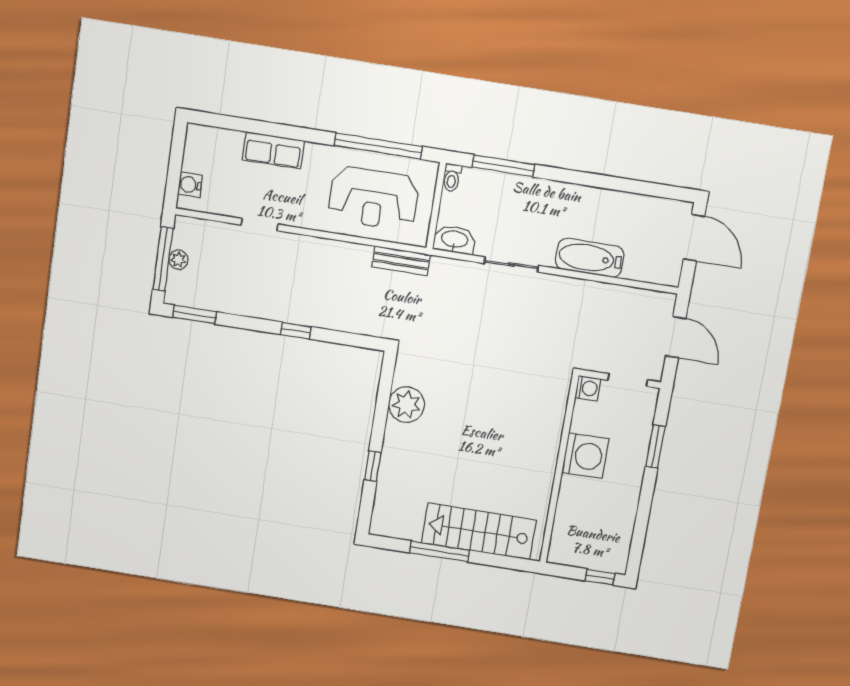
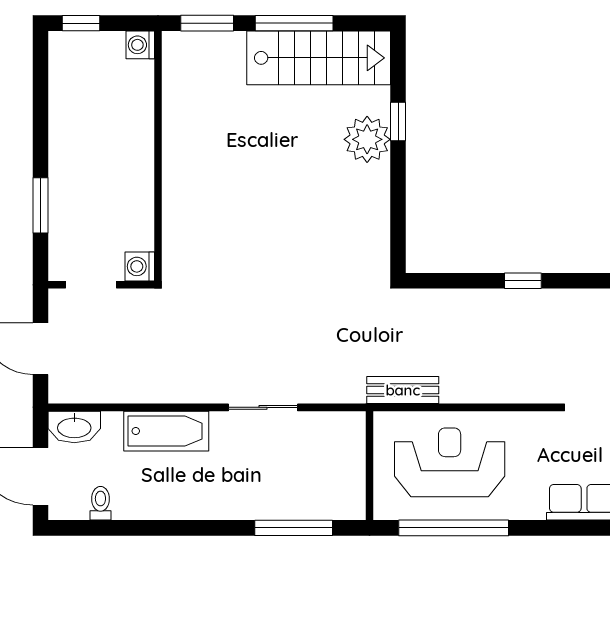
toilet: (452, 178) -> (100, 503), moved
washbasin: (454, 240) -> (74, 427), moved
plant: (406, 405) -> (367, 139), moved
washing machine: (585, 456) -> (140, 45), moved, width x0.53, depth x0.53
stairs: (479, 531) -> (319, 58), moved
window: (505, 562) -> (207, 23), added

